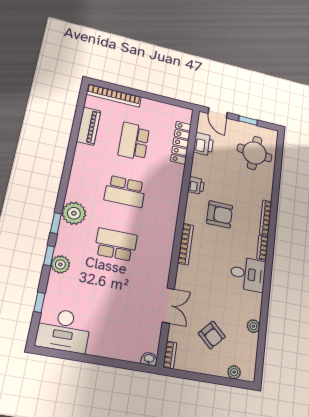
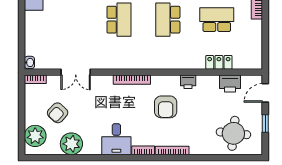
locker: (181, 143) -> (219, 62), width x0.66
plant: (253, 326) -> (71, 144), width x1.88, depth x1.88
plant: (234, 372) -> (35, 136), width x1.87, depth x1.87

